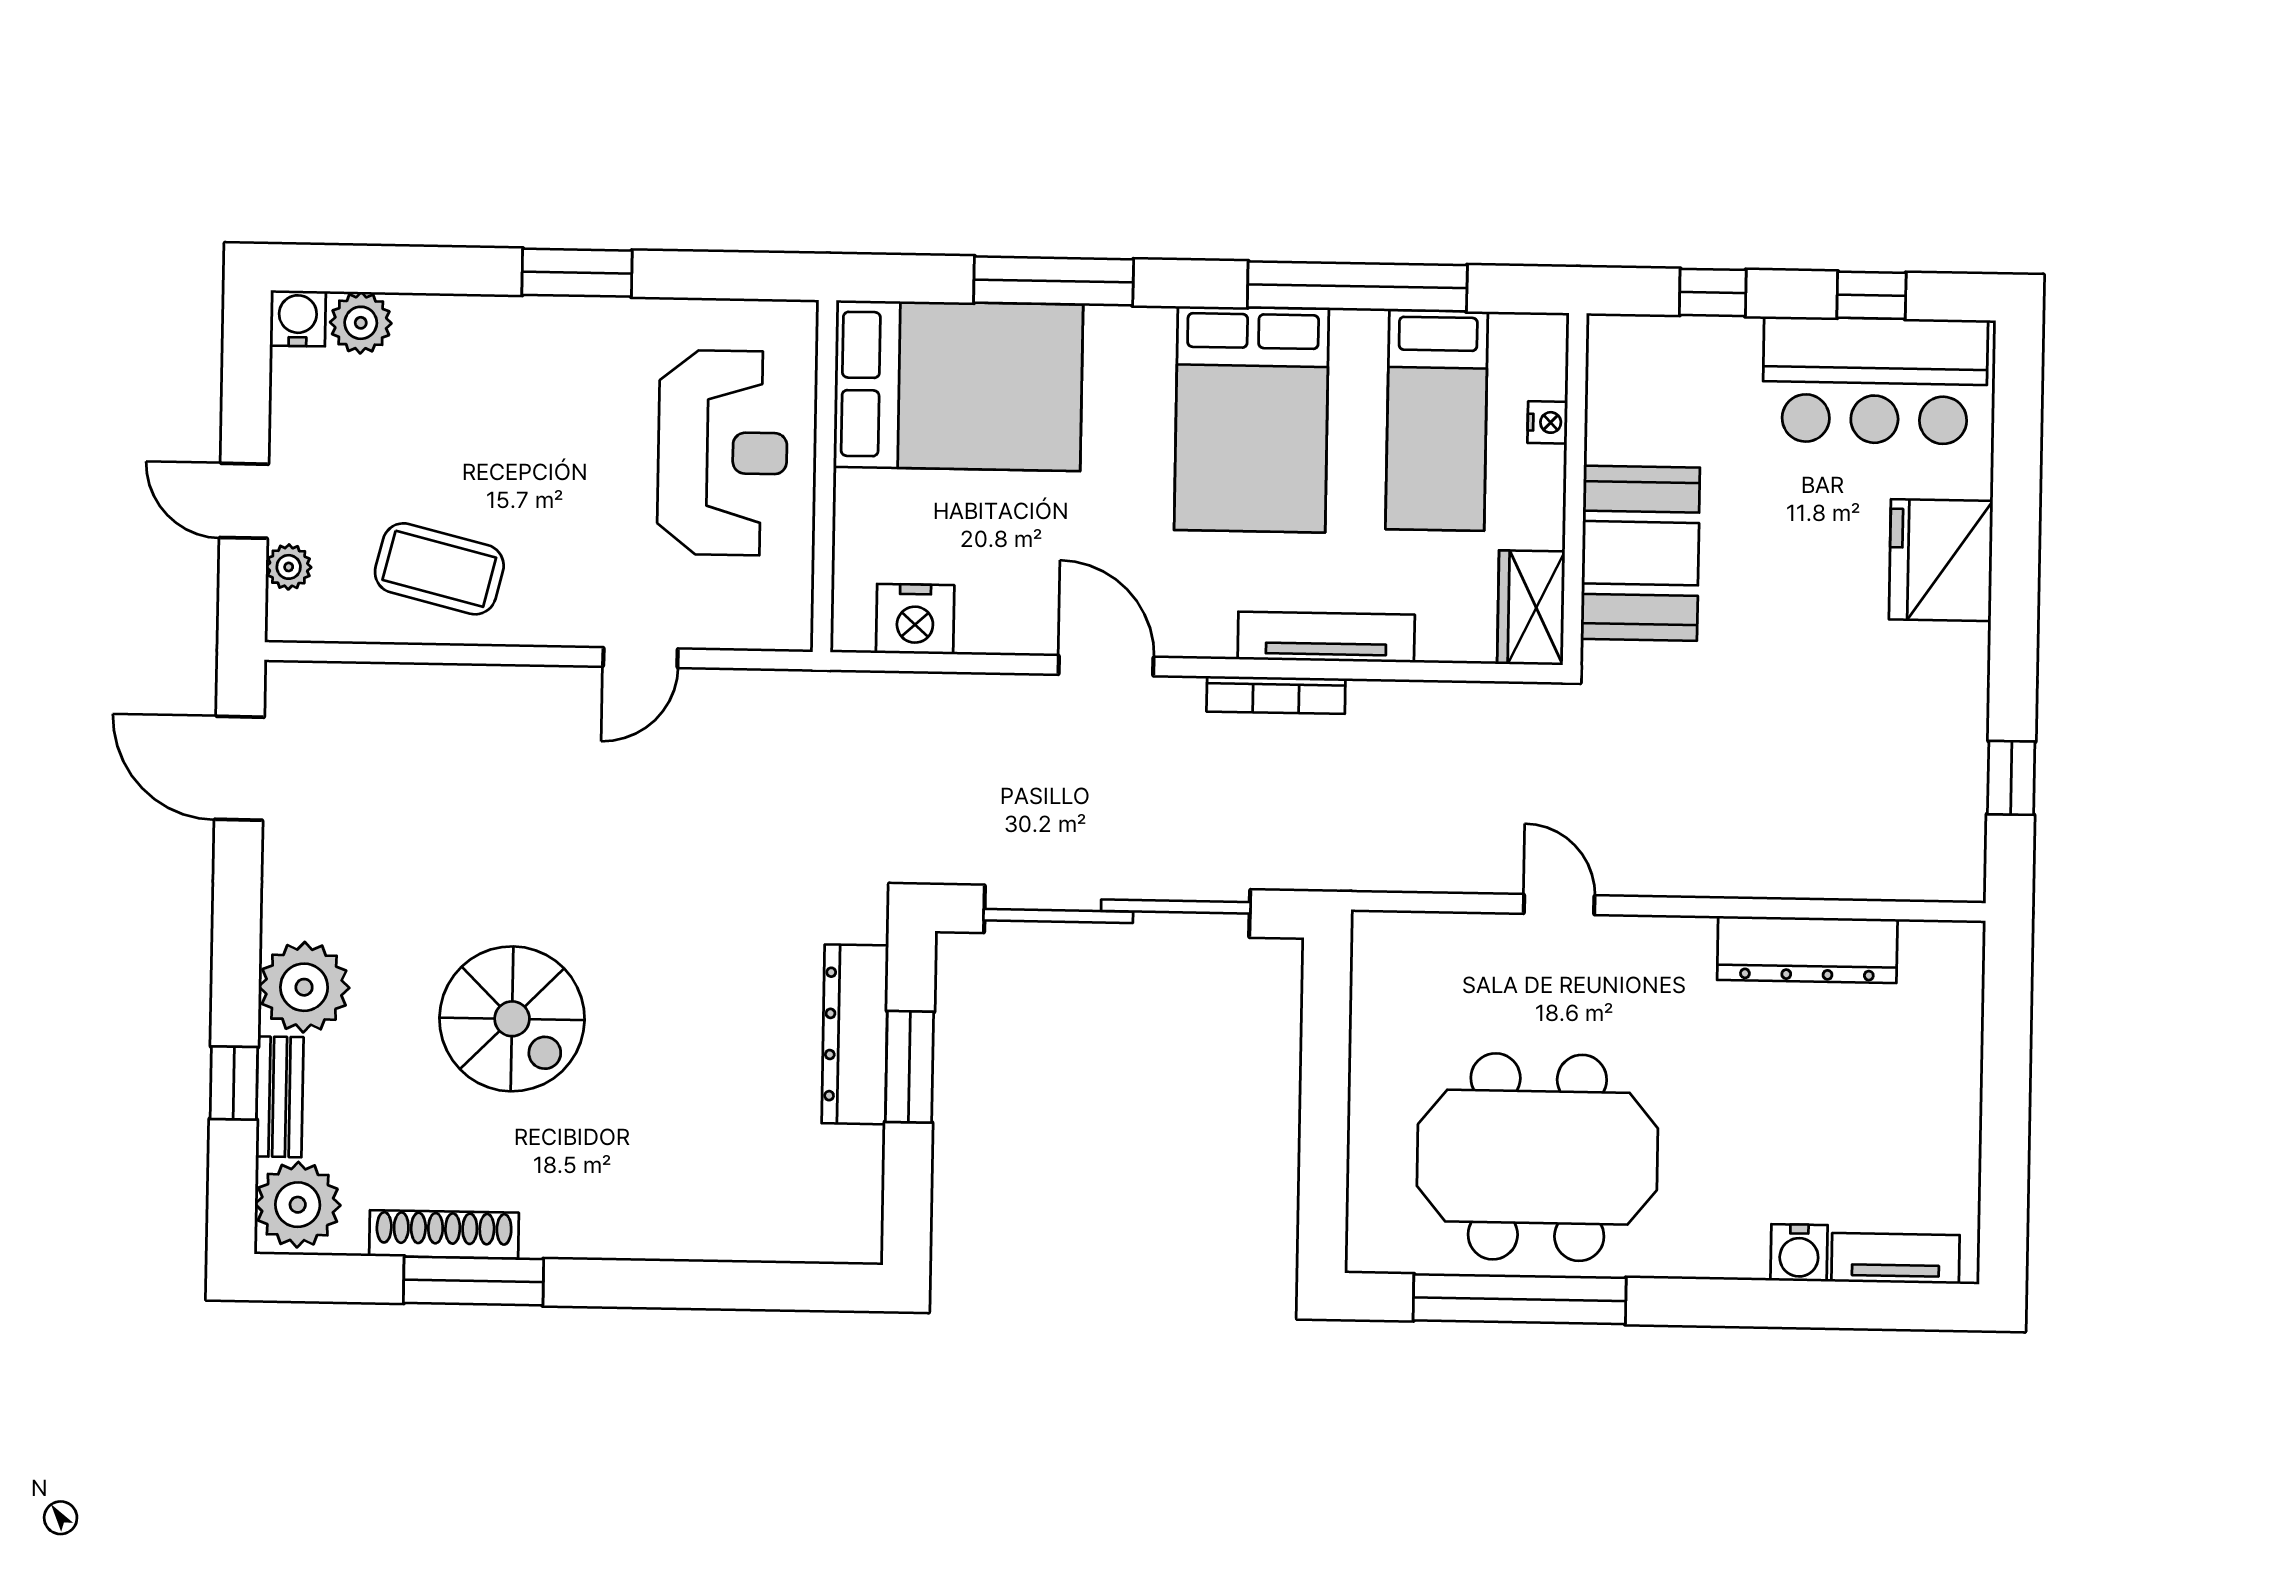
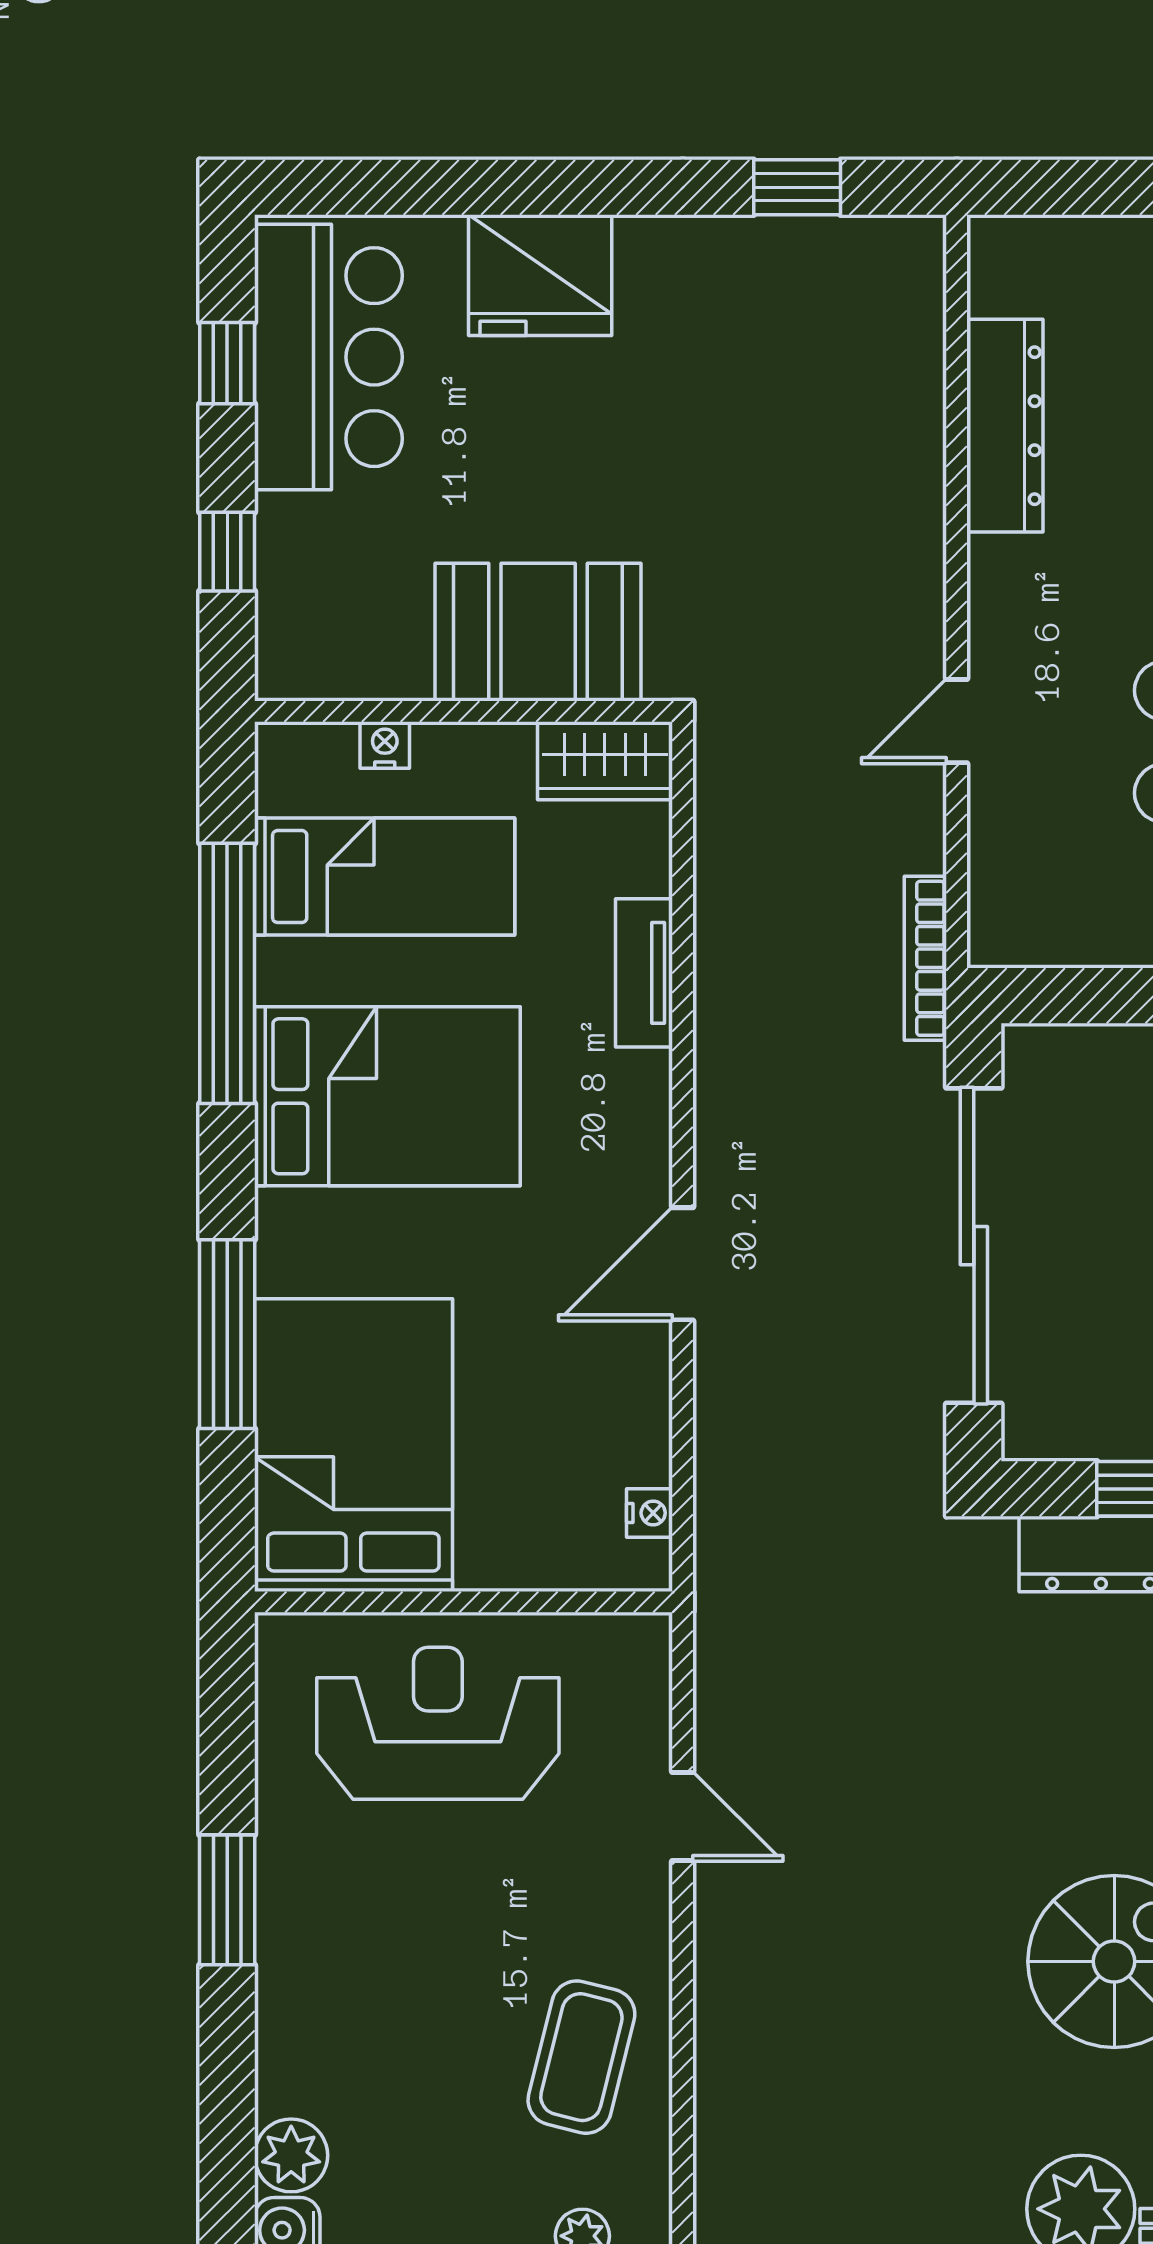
nightstand: (915, 619) -> (649, 1513), width x0.53, depth x0.56
tv unit: (1326, 637) -> (644, 973), width x0.71
bookcase: (1276, 695) -> (925, 958), moved, turned 180

